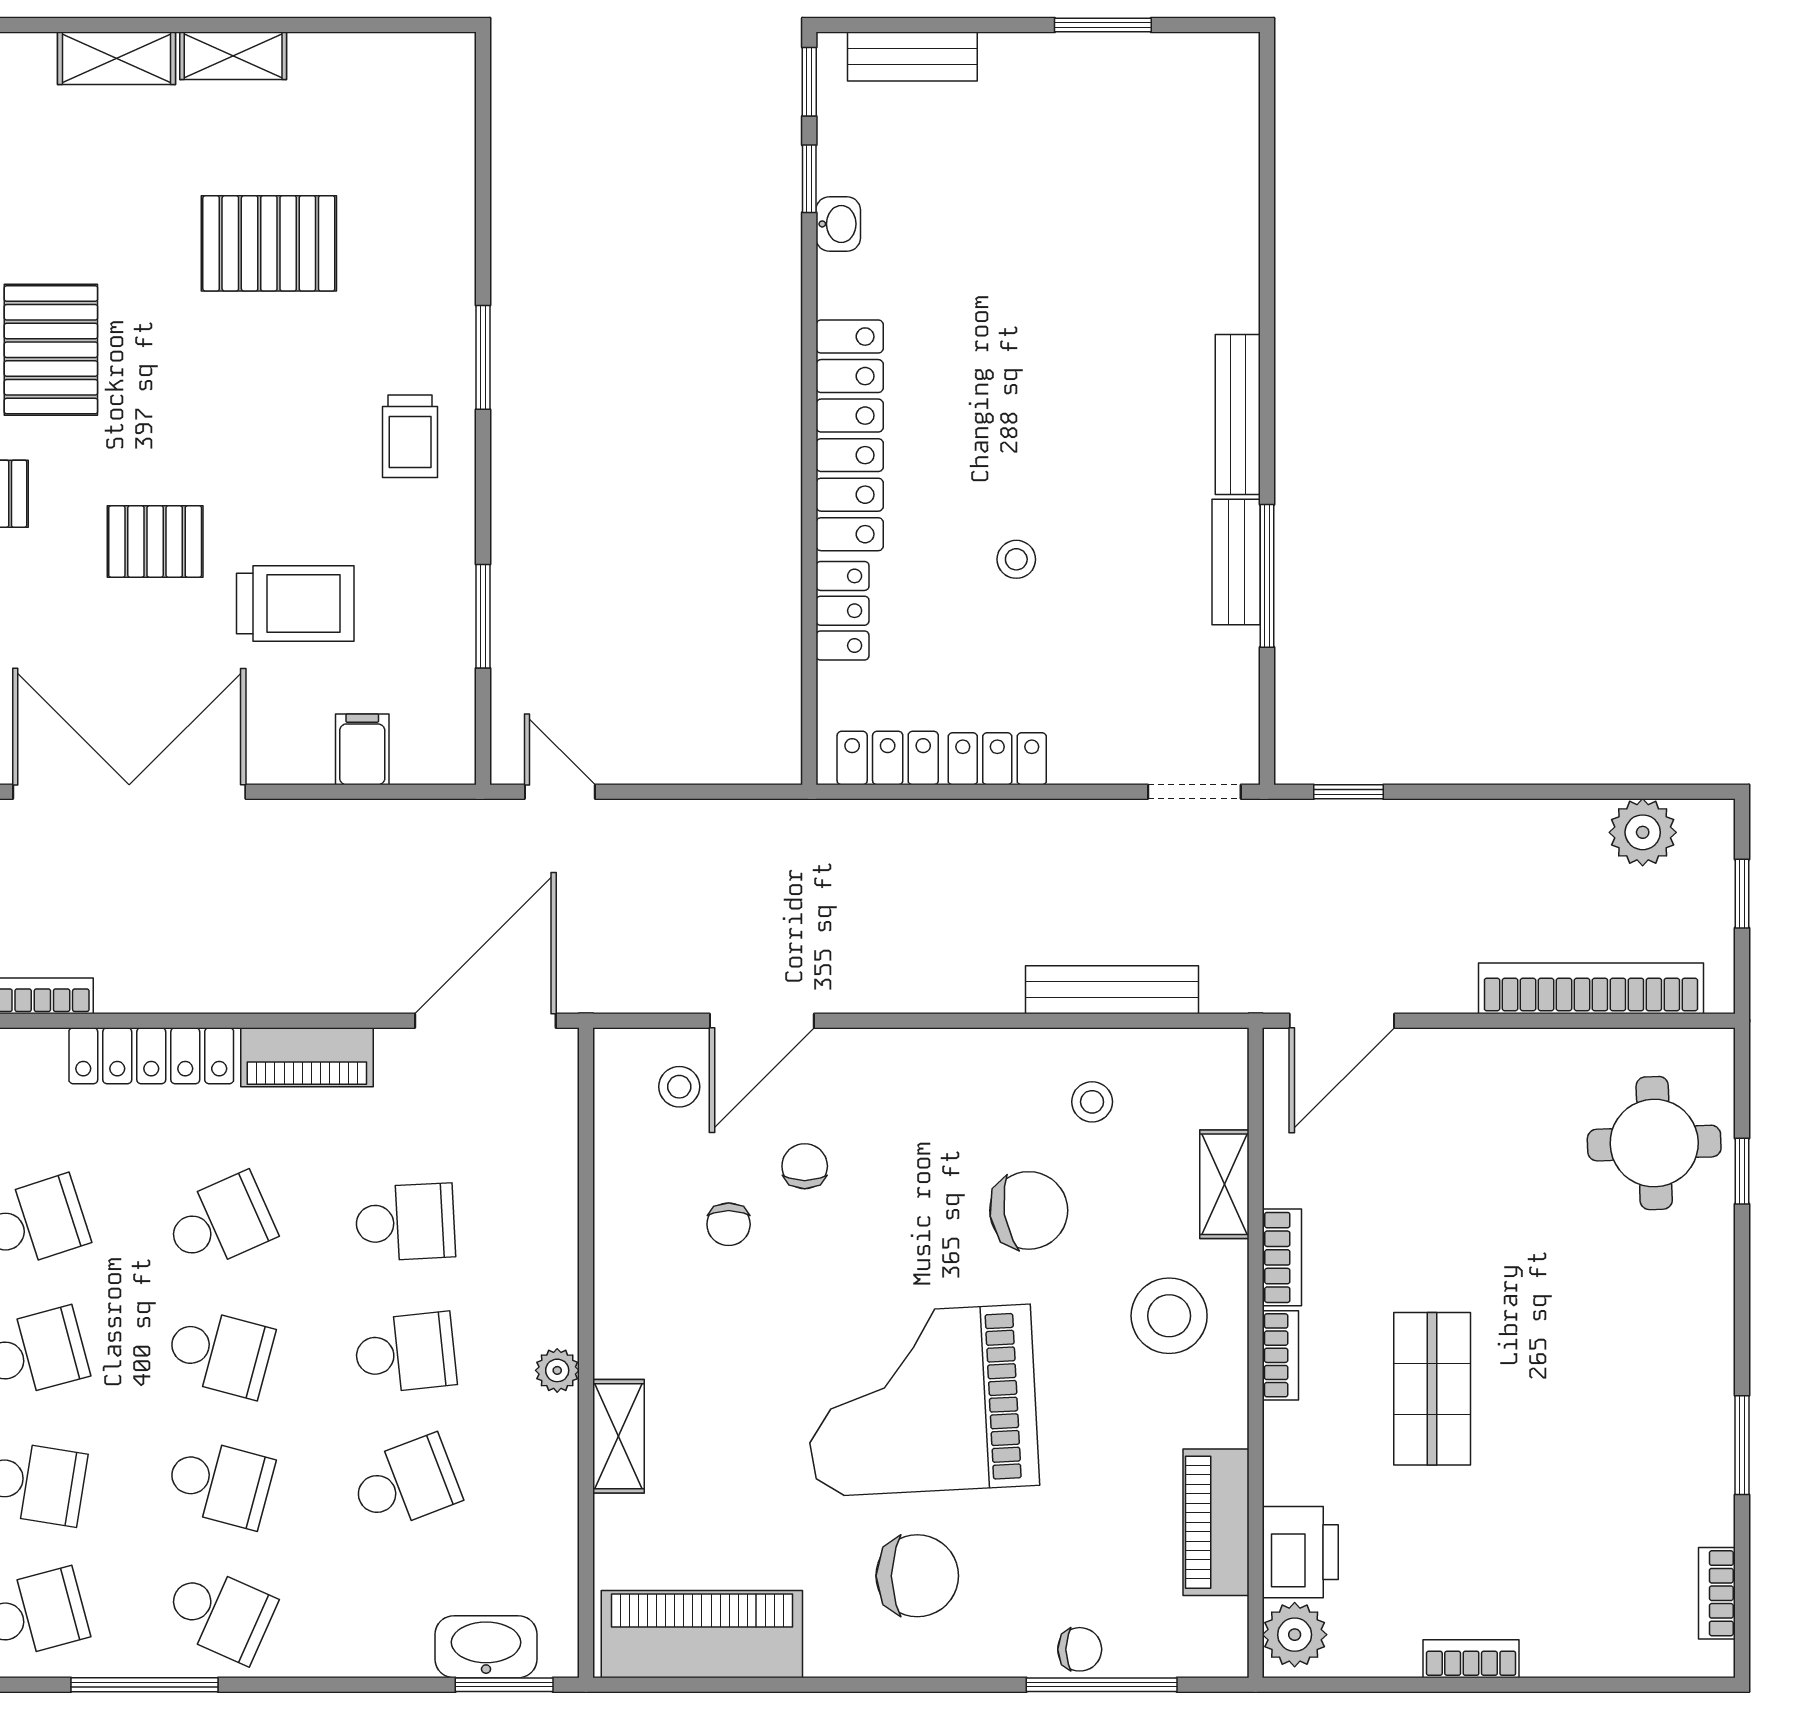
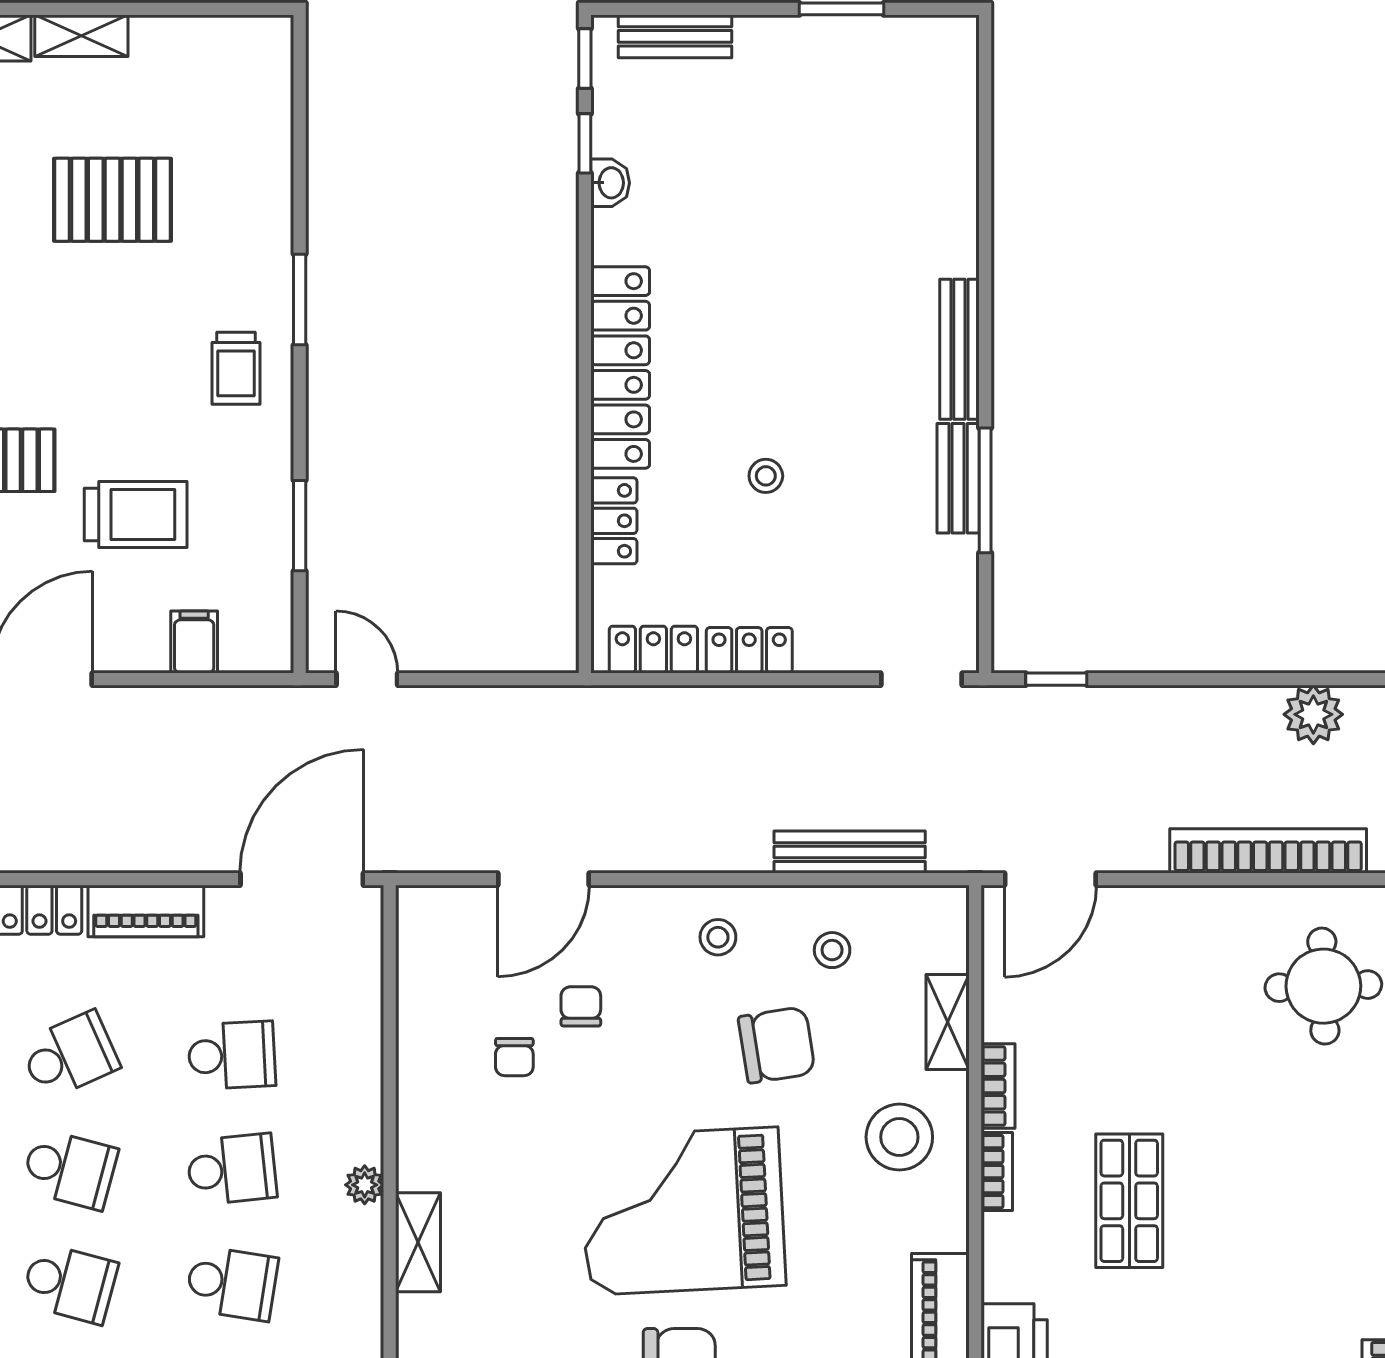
stool: (679, 1087) -> (718, 937), moved
school desk: (405, 1483) -> (232, 1283), turned 30

